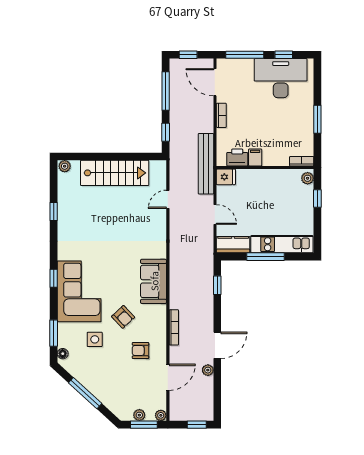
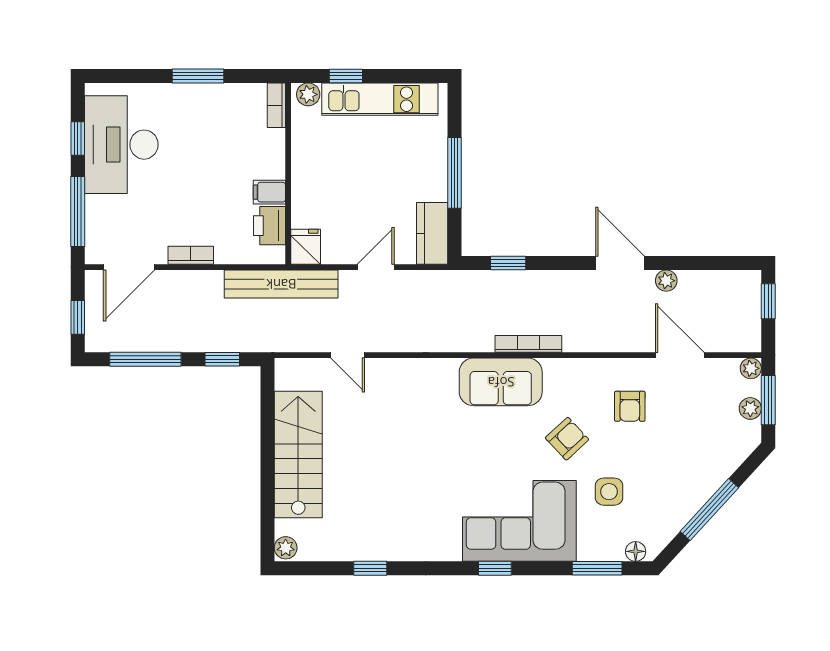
kitchen unit: (282, 244) -> (380, 99), moved, turned -90
bookcase: (174, 327) -> (528, 344), moved

